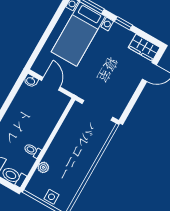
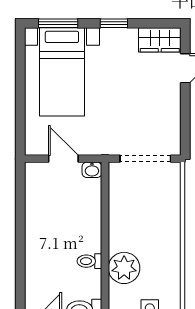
washbasin: (31, 81) -> (92, 170), moved
plant: (43, 167) -> (124, 268), width x1.88, depth x1.88

